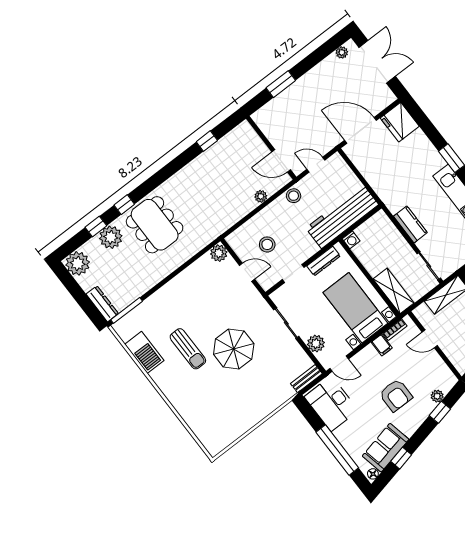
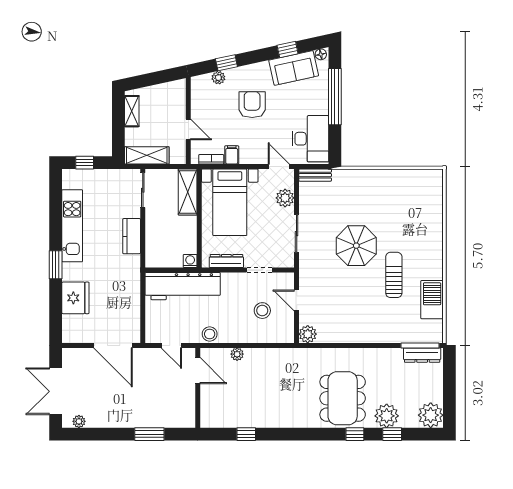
fridge: (400, 122) -> (75, 298), moved
dresser: (102, 304) -> (422, 355), moved, turned -90

